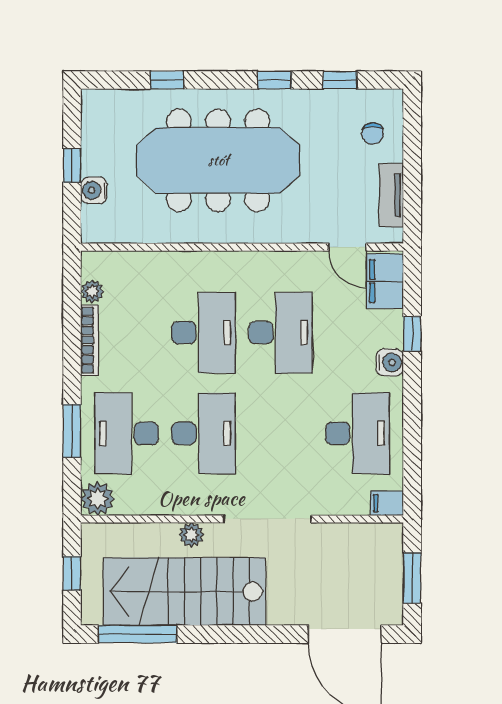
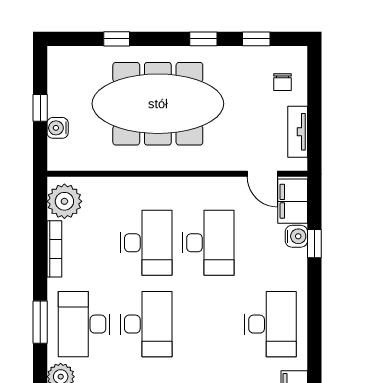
plant: (92, 291) -> (64, 201), width x1.87, depth x1.87
water cooler: (390, 362) -> (296, 236), moved

